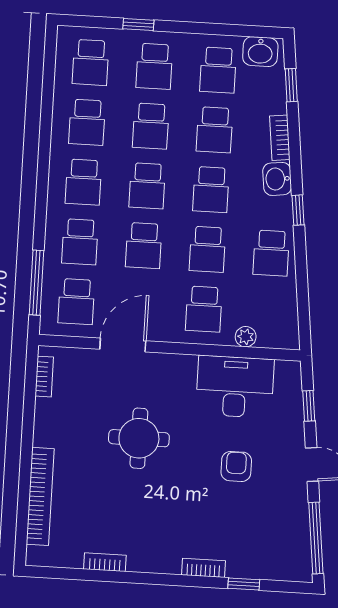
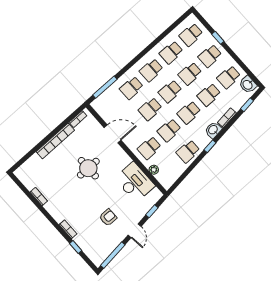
school desk: (76, 302) -> (112, 106), removed
armchair: (236, 466) -> (108, 217), moved
bookcase: (40, 496) -> (55, 141), moved

